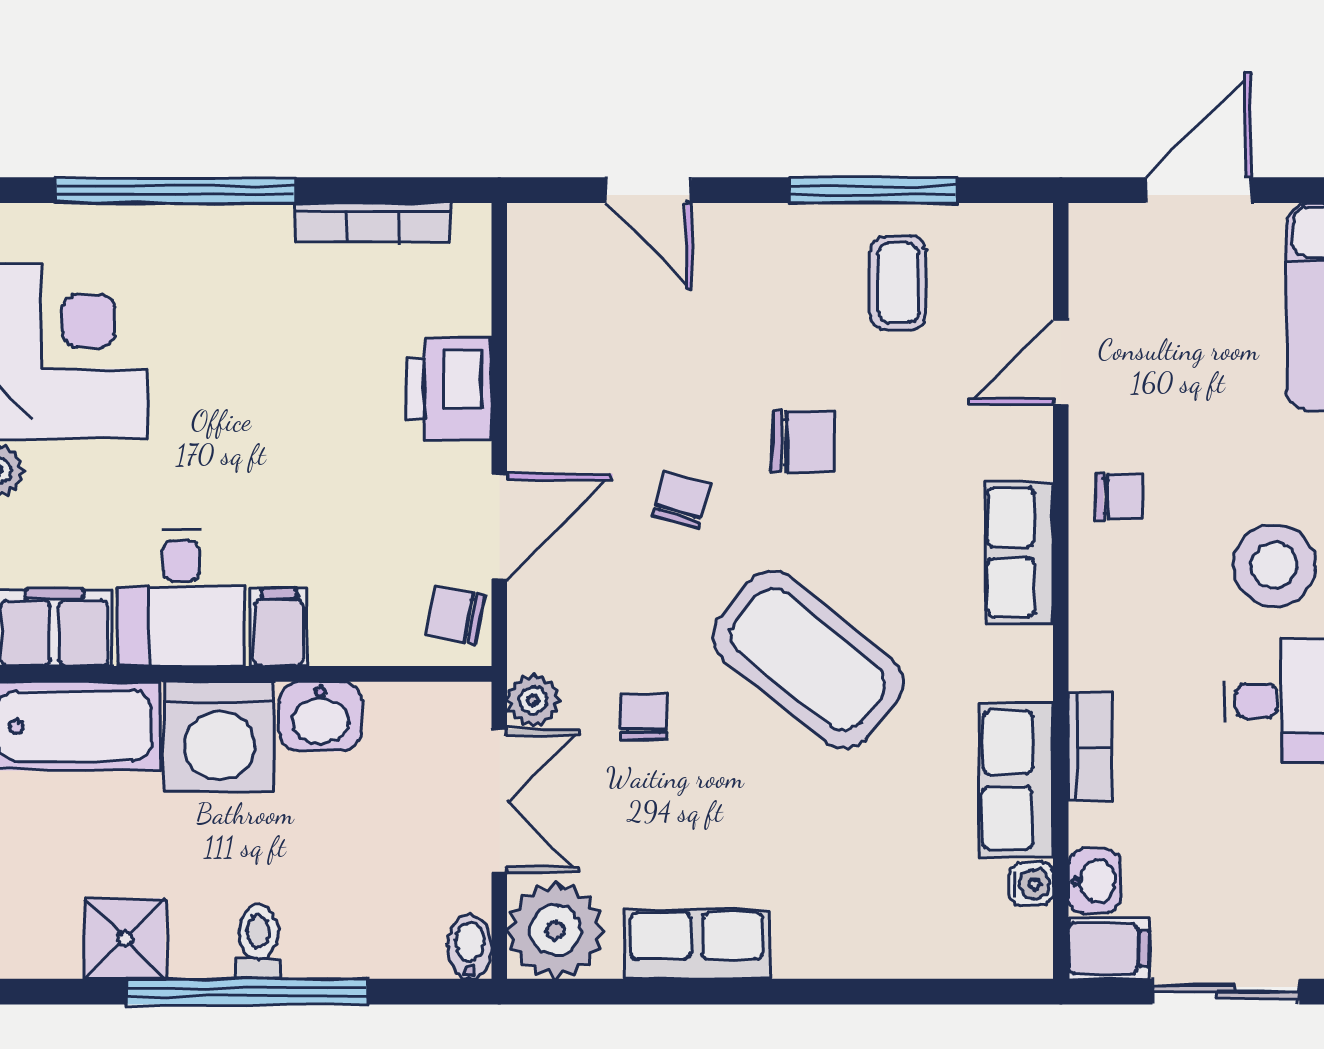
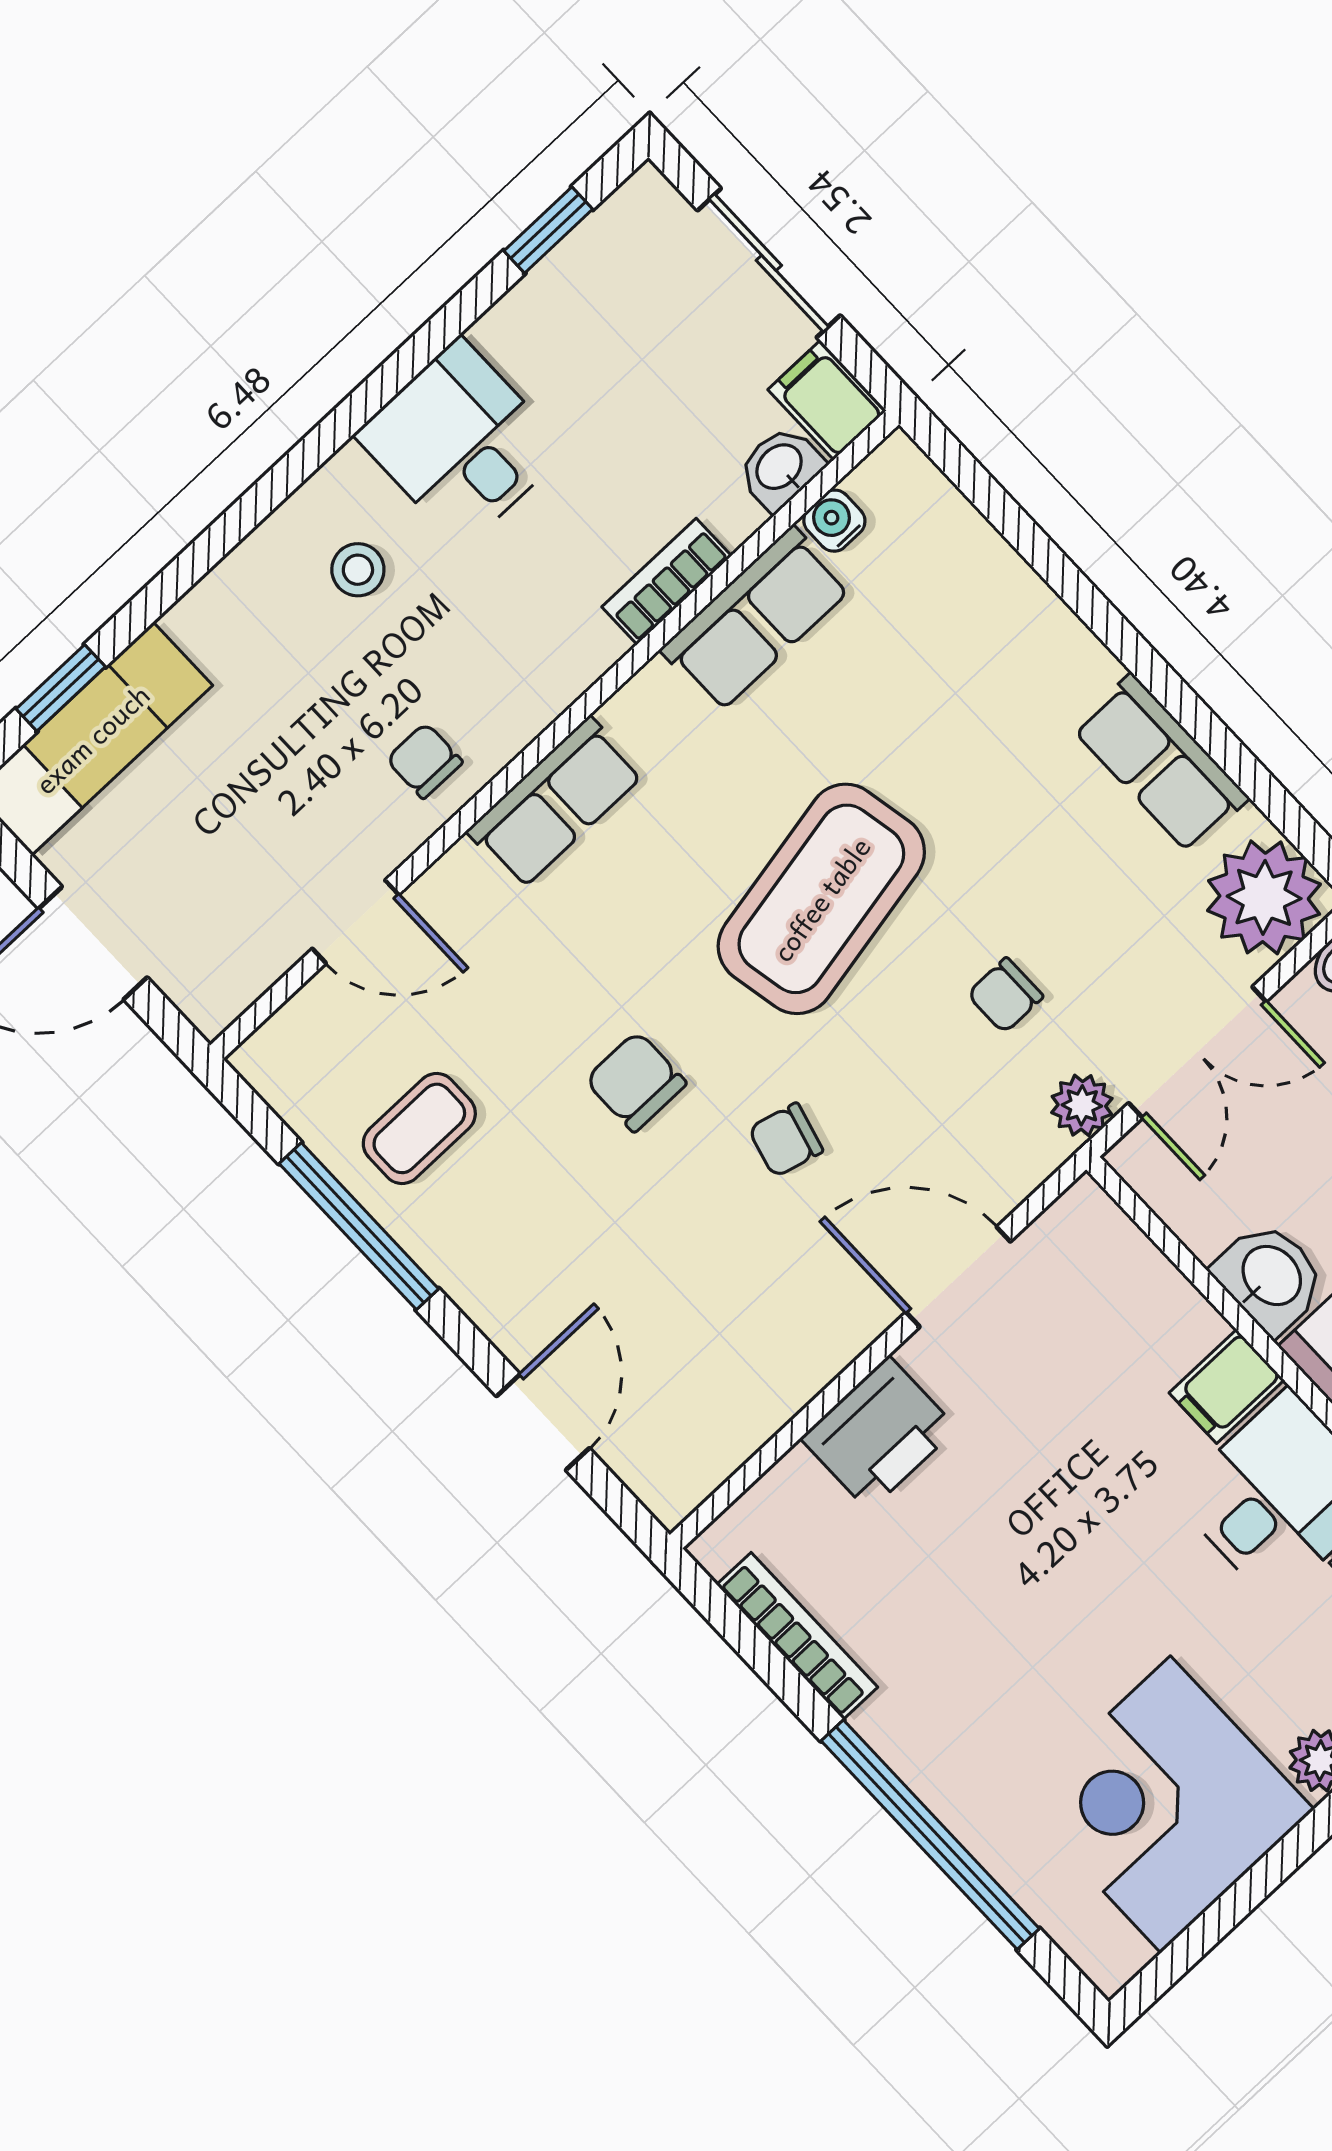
stool: (1274, 565) -> (358, 570), width x0.53, depth x0.53
chair: (455, 615) -> (1071, 1243), removed
coffee table: (808, 660) -> (821, 899), turned 40
double door: (499, 801) -> (1197, 1052), swing flipped

